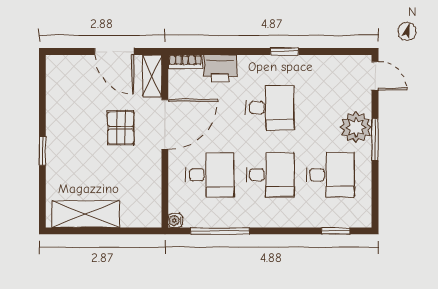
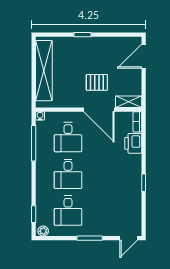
door: (114, 52) -> (144, 56), moved
desk: (270, 108) -> (109, 174), removed
plant: (356, 127) -> (43, 231), moved, width x0.53, depth x0.53
shelving: (86, 214) -> (44, 71), width x1.47

